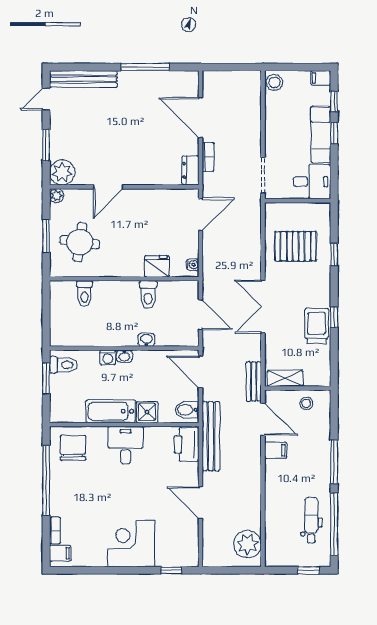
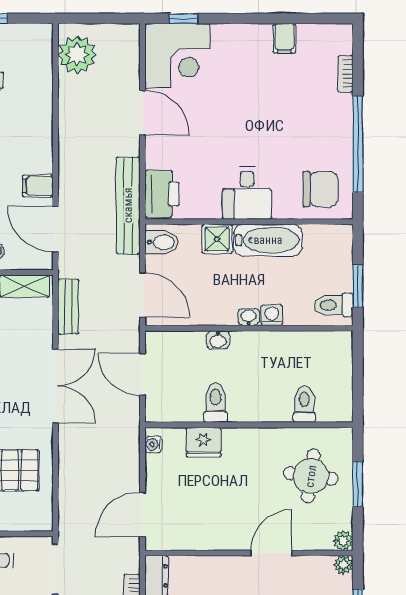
plant: (62, 172) -> (344, 565), width x0.53, depth x0.53
bench: (254, 381) -> (68, 307), moved
chair: (73, 448) -> (320, 189), turned -90
corner desk: (131, 544) -> (177, 56), moved
filing cabinet: (60, 553) -> (284, 38), moved, turned -90

